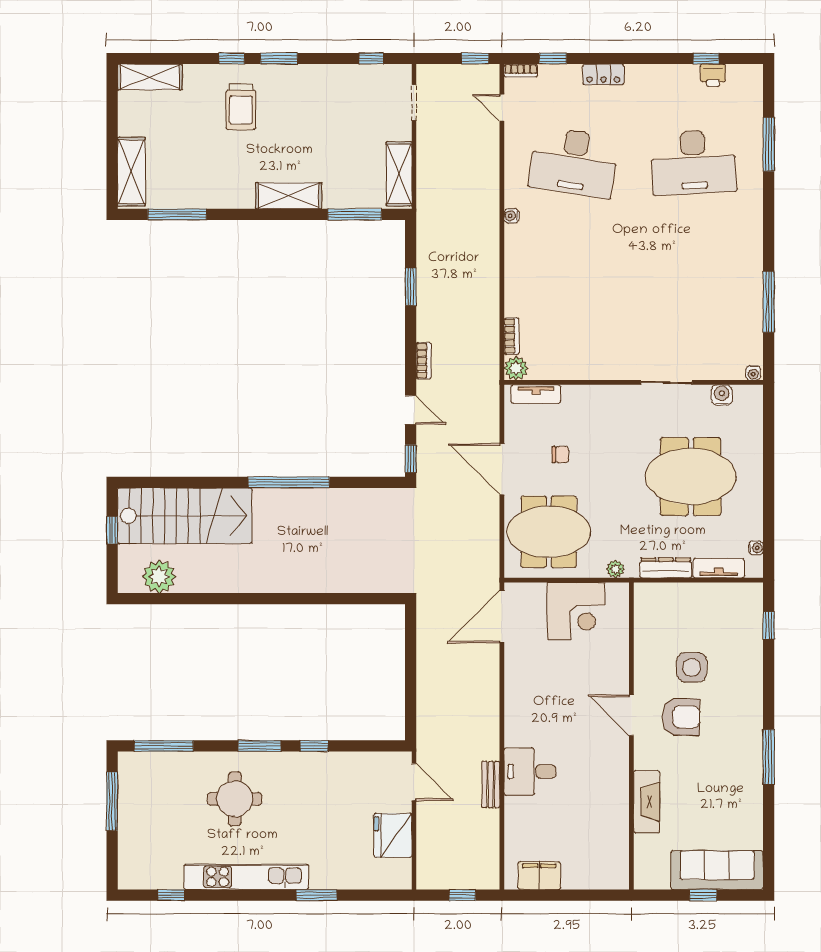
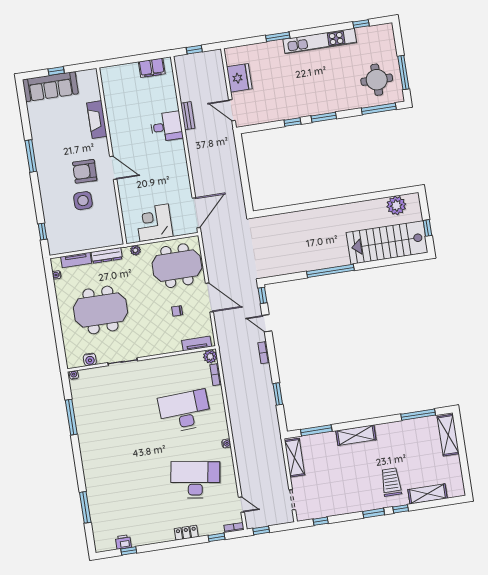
shelving: (150, 77) -> (428, 494), moved
desk: (693, 162) -> (185, 411), moved
round table: (235, 799) -> (377, 80), moved

